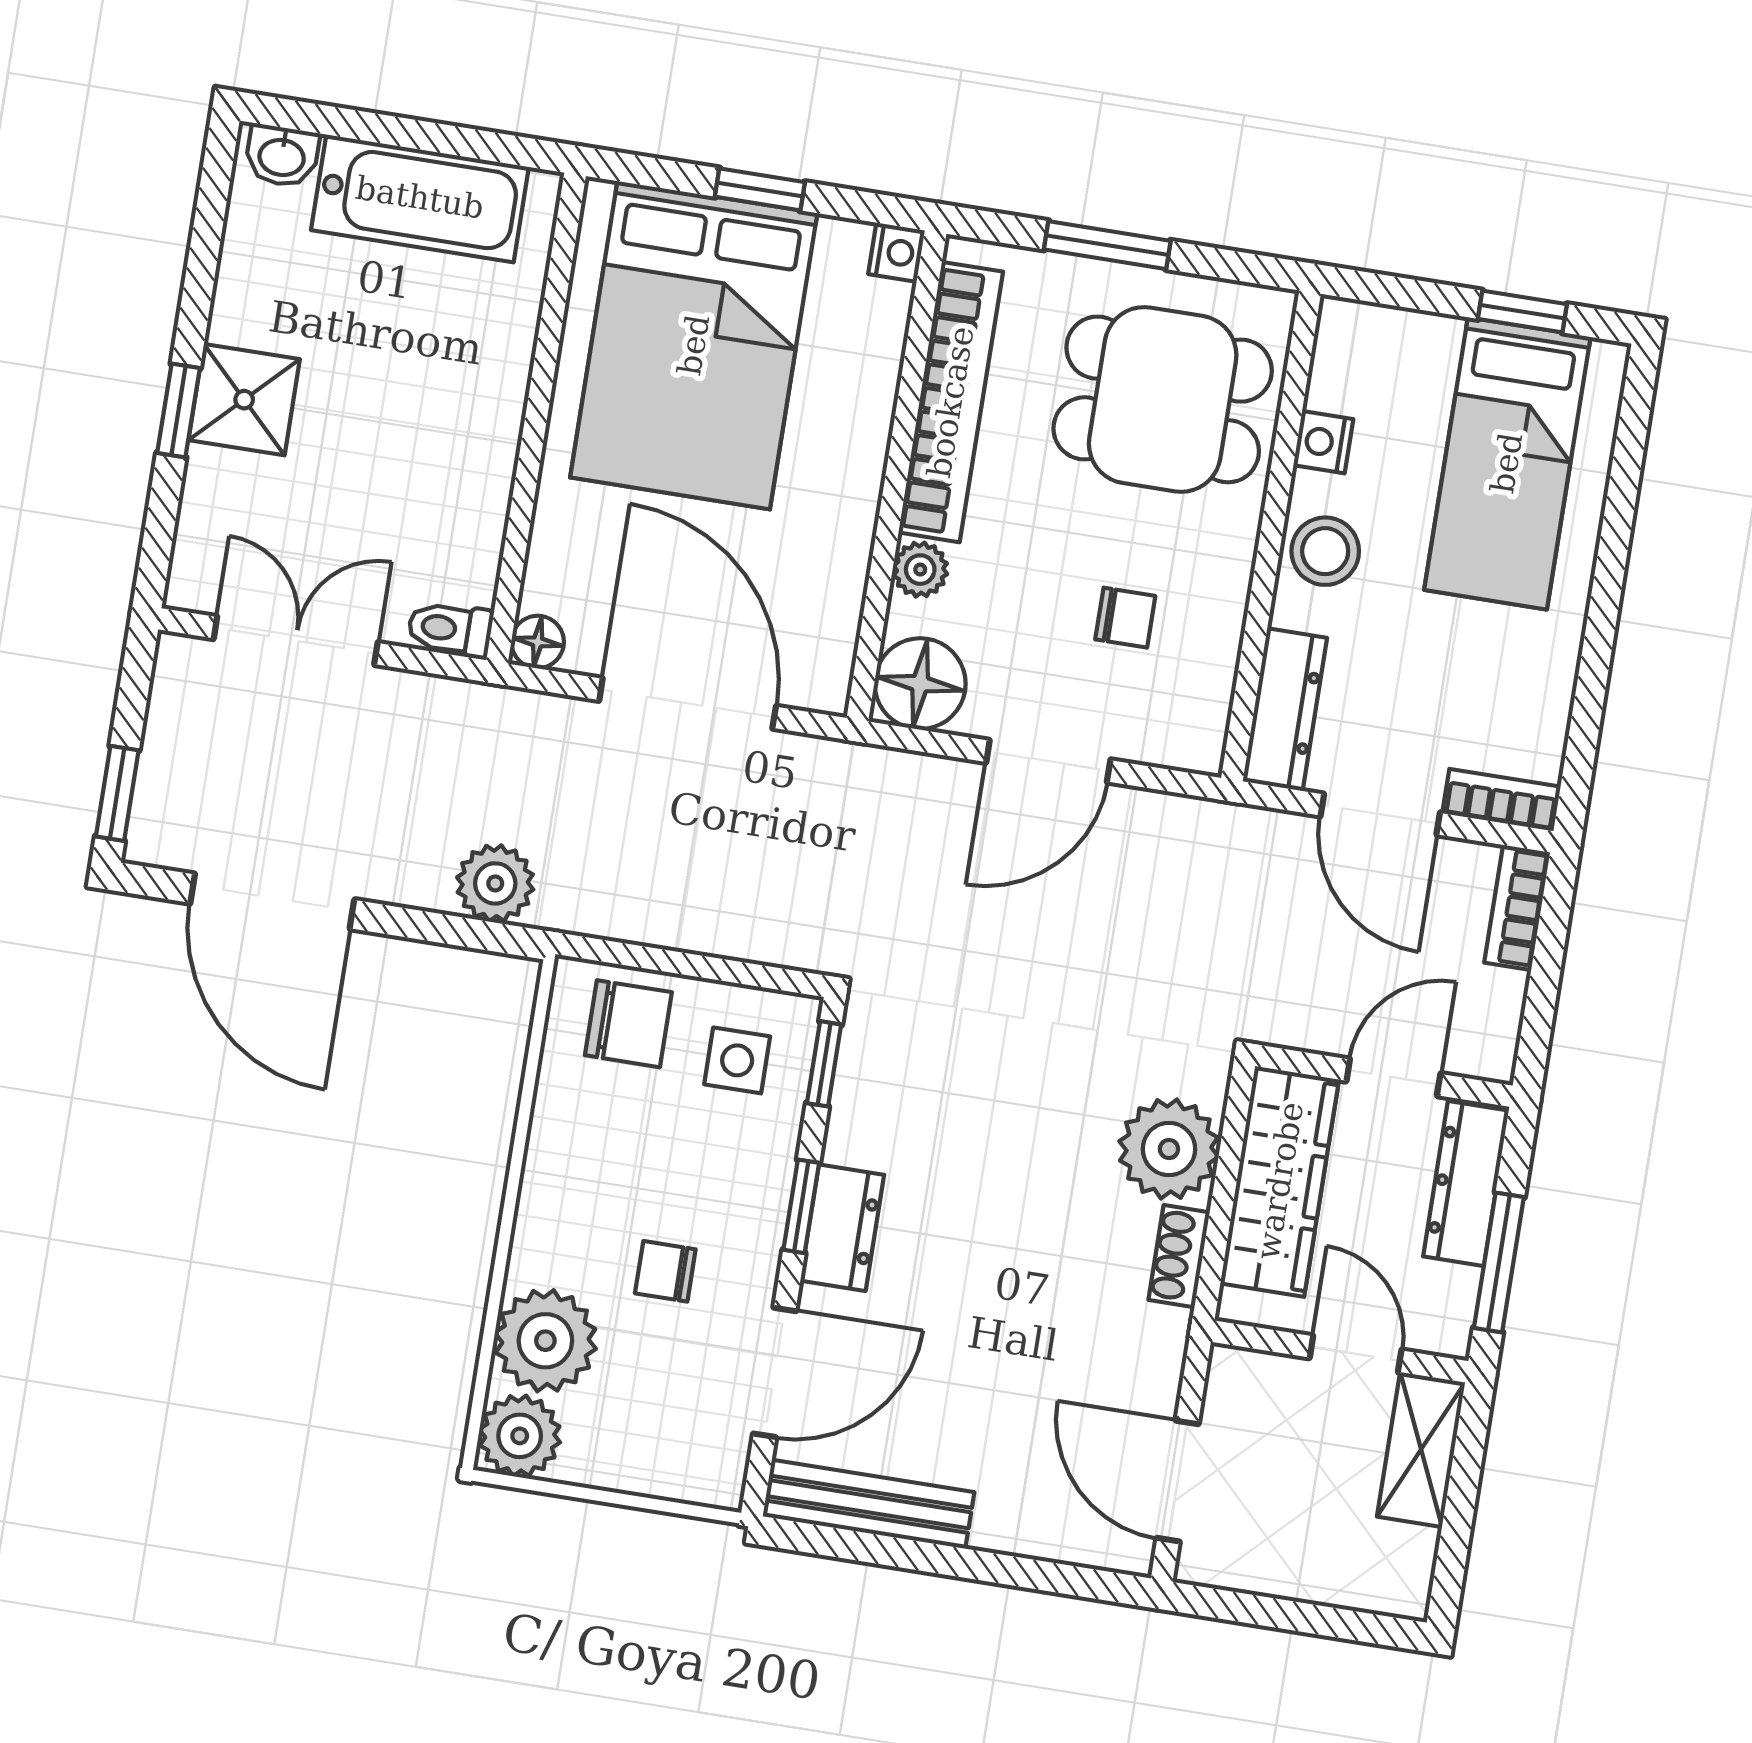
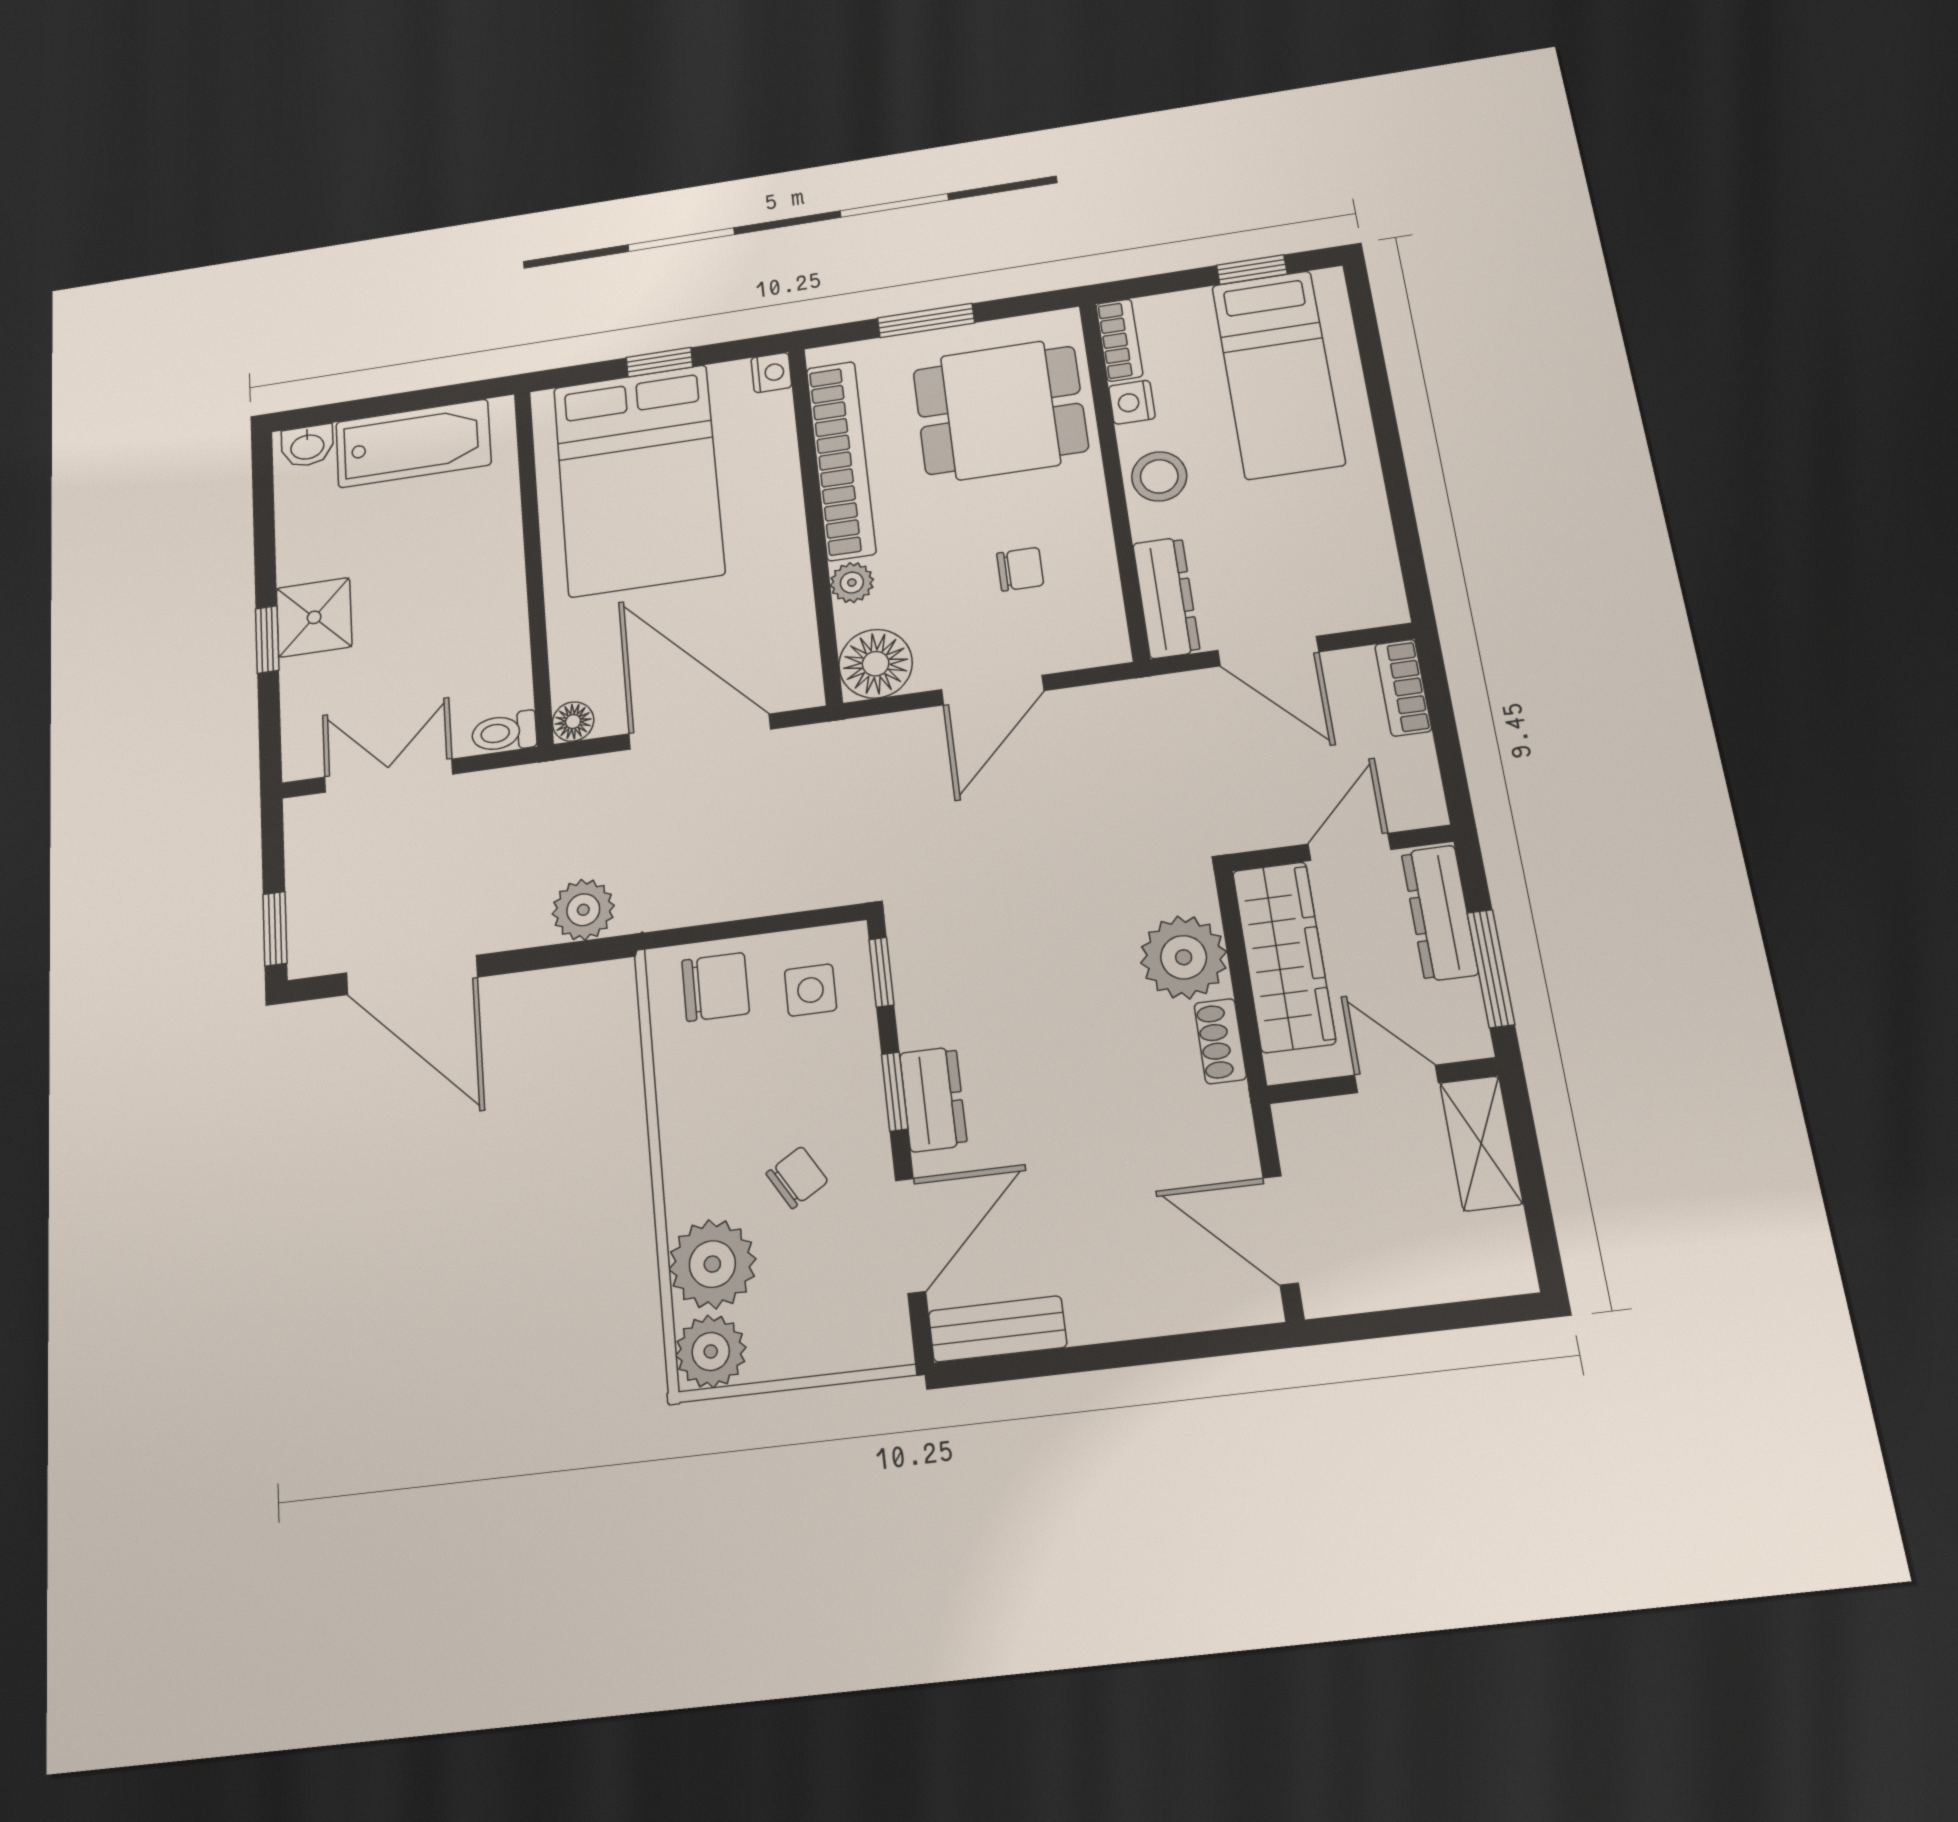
bookcase: (1501, 800) -> (1119, 340), moved, turned 90
chair: (665, 1271) -> (797, 1177), turned 149
bench: (868, 1504) -> (997, 1329), width x0.73

